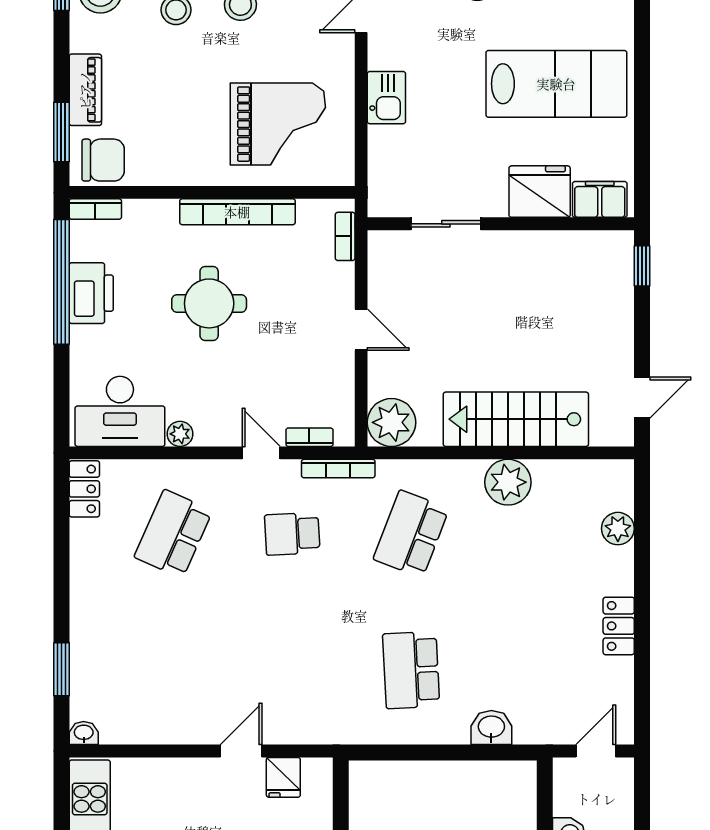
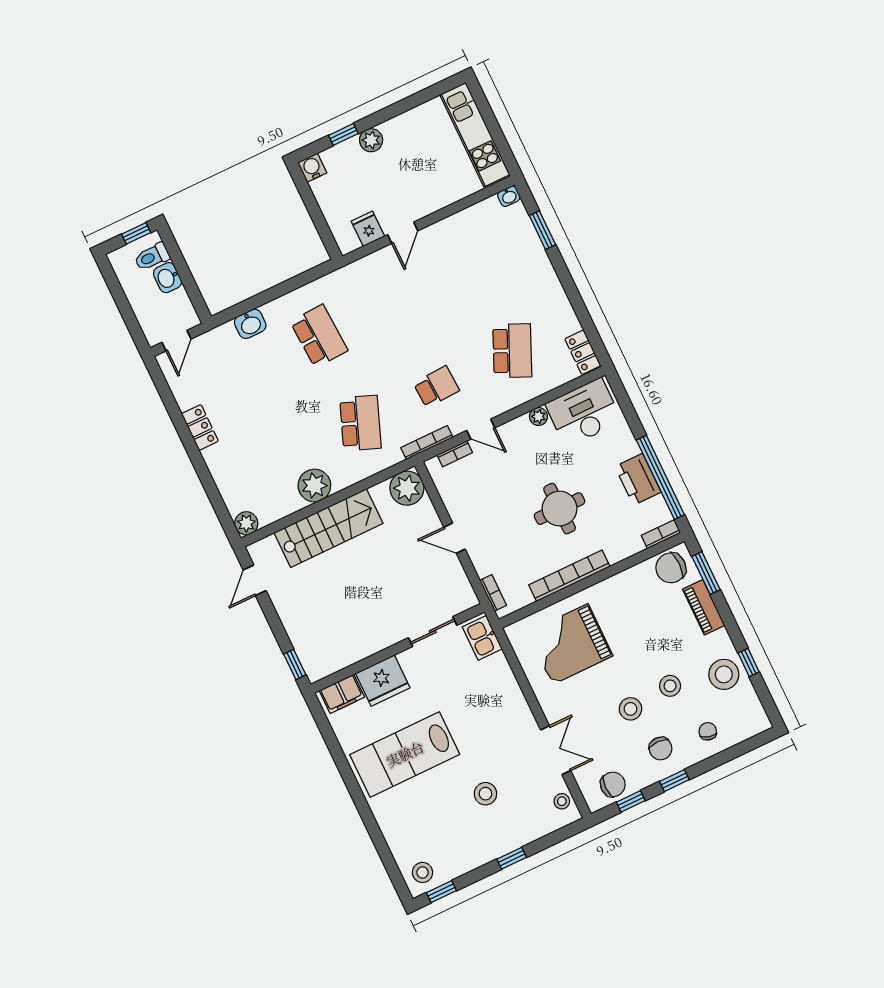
kitchen sink: (386, 98) -> (482, 638), moved
plant: (618, 529) -> (246, 523), moved

